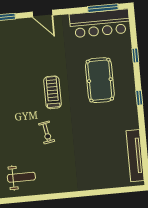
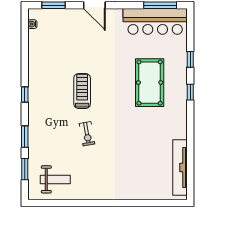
treadmill: (52, 92) -> (82, 91), moved
window: (139, 98) -> (190, 92), moved

